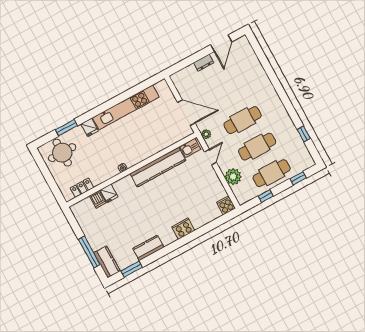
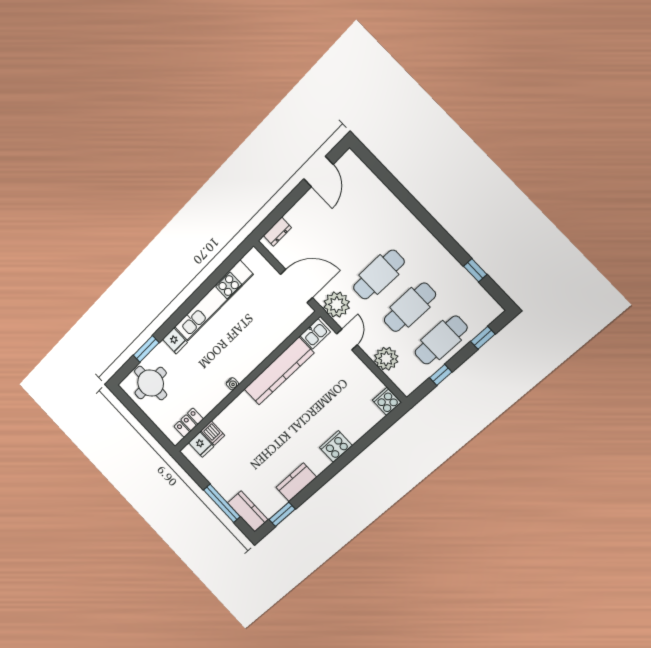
dresser: (204, 63) -> (277, 232), moved
plant: (206, 134) -> (337, 305), width x1.88, depth x1.88
fridge: (109, 193) -> (201, 445), moved

